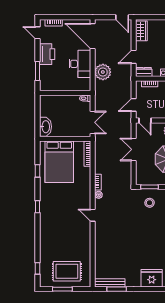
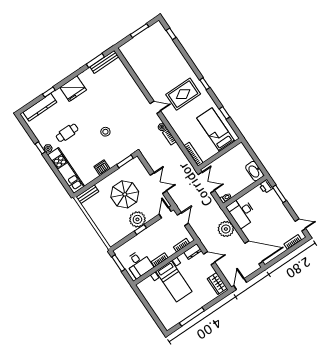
door: (122, 17) -> (240, 284), hinge flipped
printer: (47, 54) -> (266, 187), moved, width x0.53, depth x0.68
door: (134, 57) -> (209, 258), hinge flipped
desk: (80, 64) -> (242, 212), moved
door: (145, 120) -> (165, 213), hinge flipped
double door: (93, 122) -> (206, 182), swing flipped
washbasin: (45, 127) -> (255, 171), moved
bed: (59, 162) -> (216, 130), width x0.67
stool: (150, 203) -> (105, 132), moved
rug: (67, 271) -> (183, 94), moved

